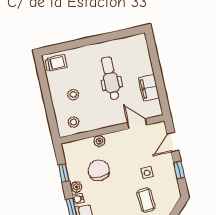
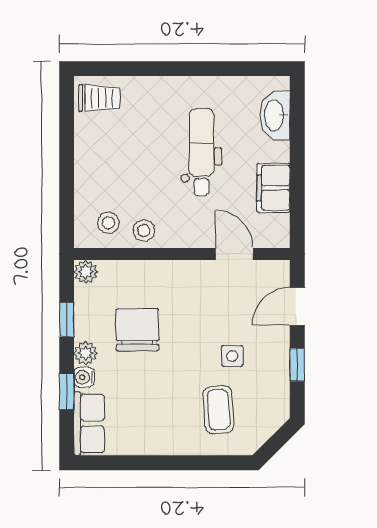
washbasin: (142, 53) -> (275, 115), added
stool: (73, 95) -> (144, 231), moved
plant: (99, 141) -> (86, 272), moved

